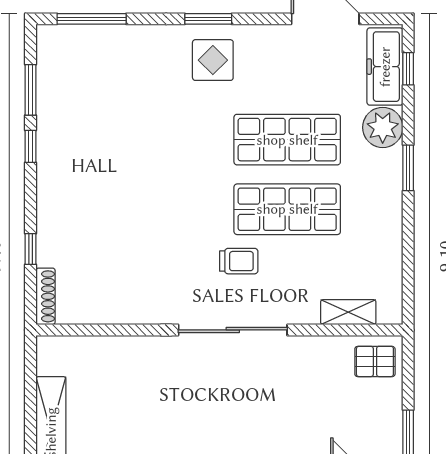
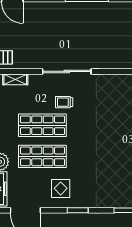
display table: (213, 60) -> (61, 188), moved

